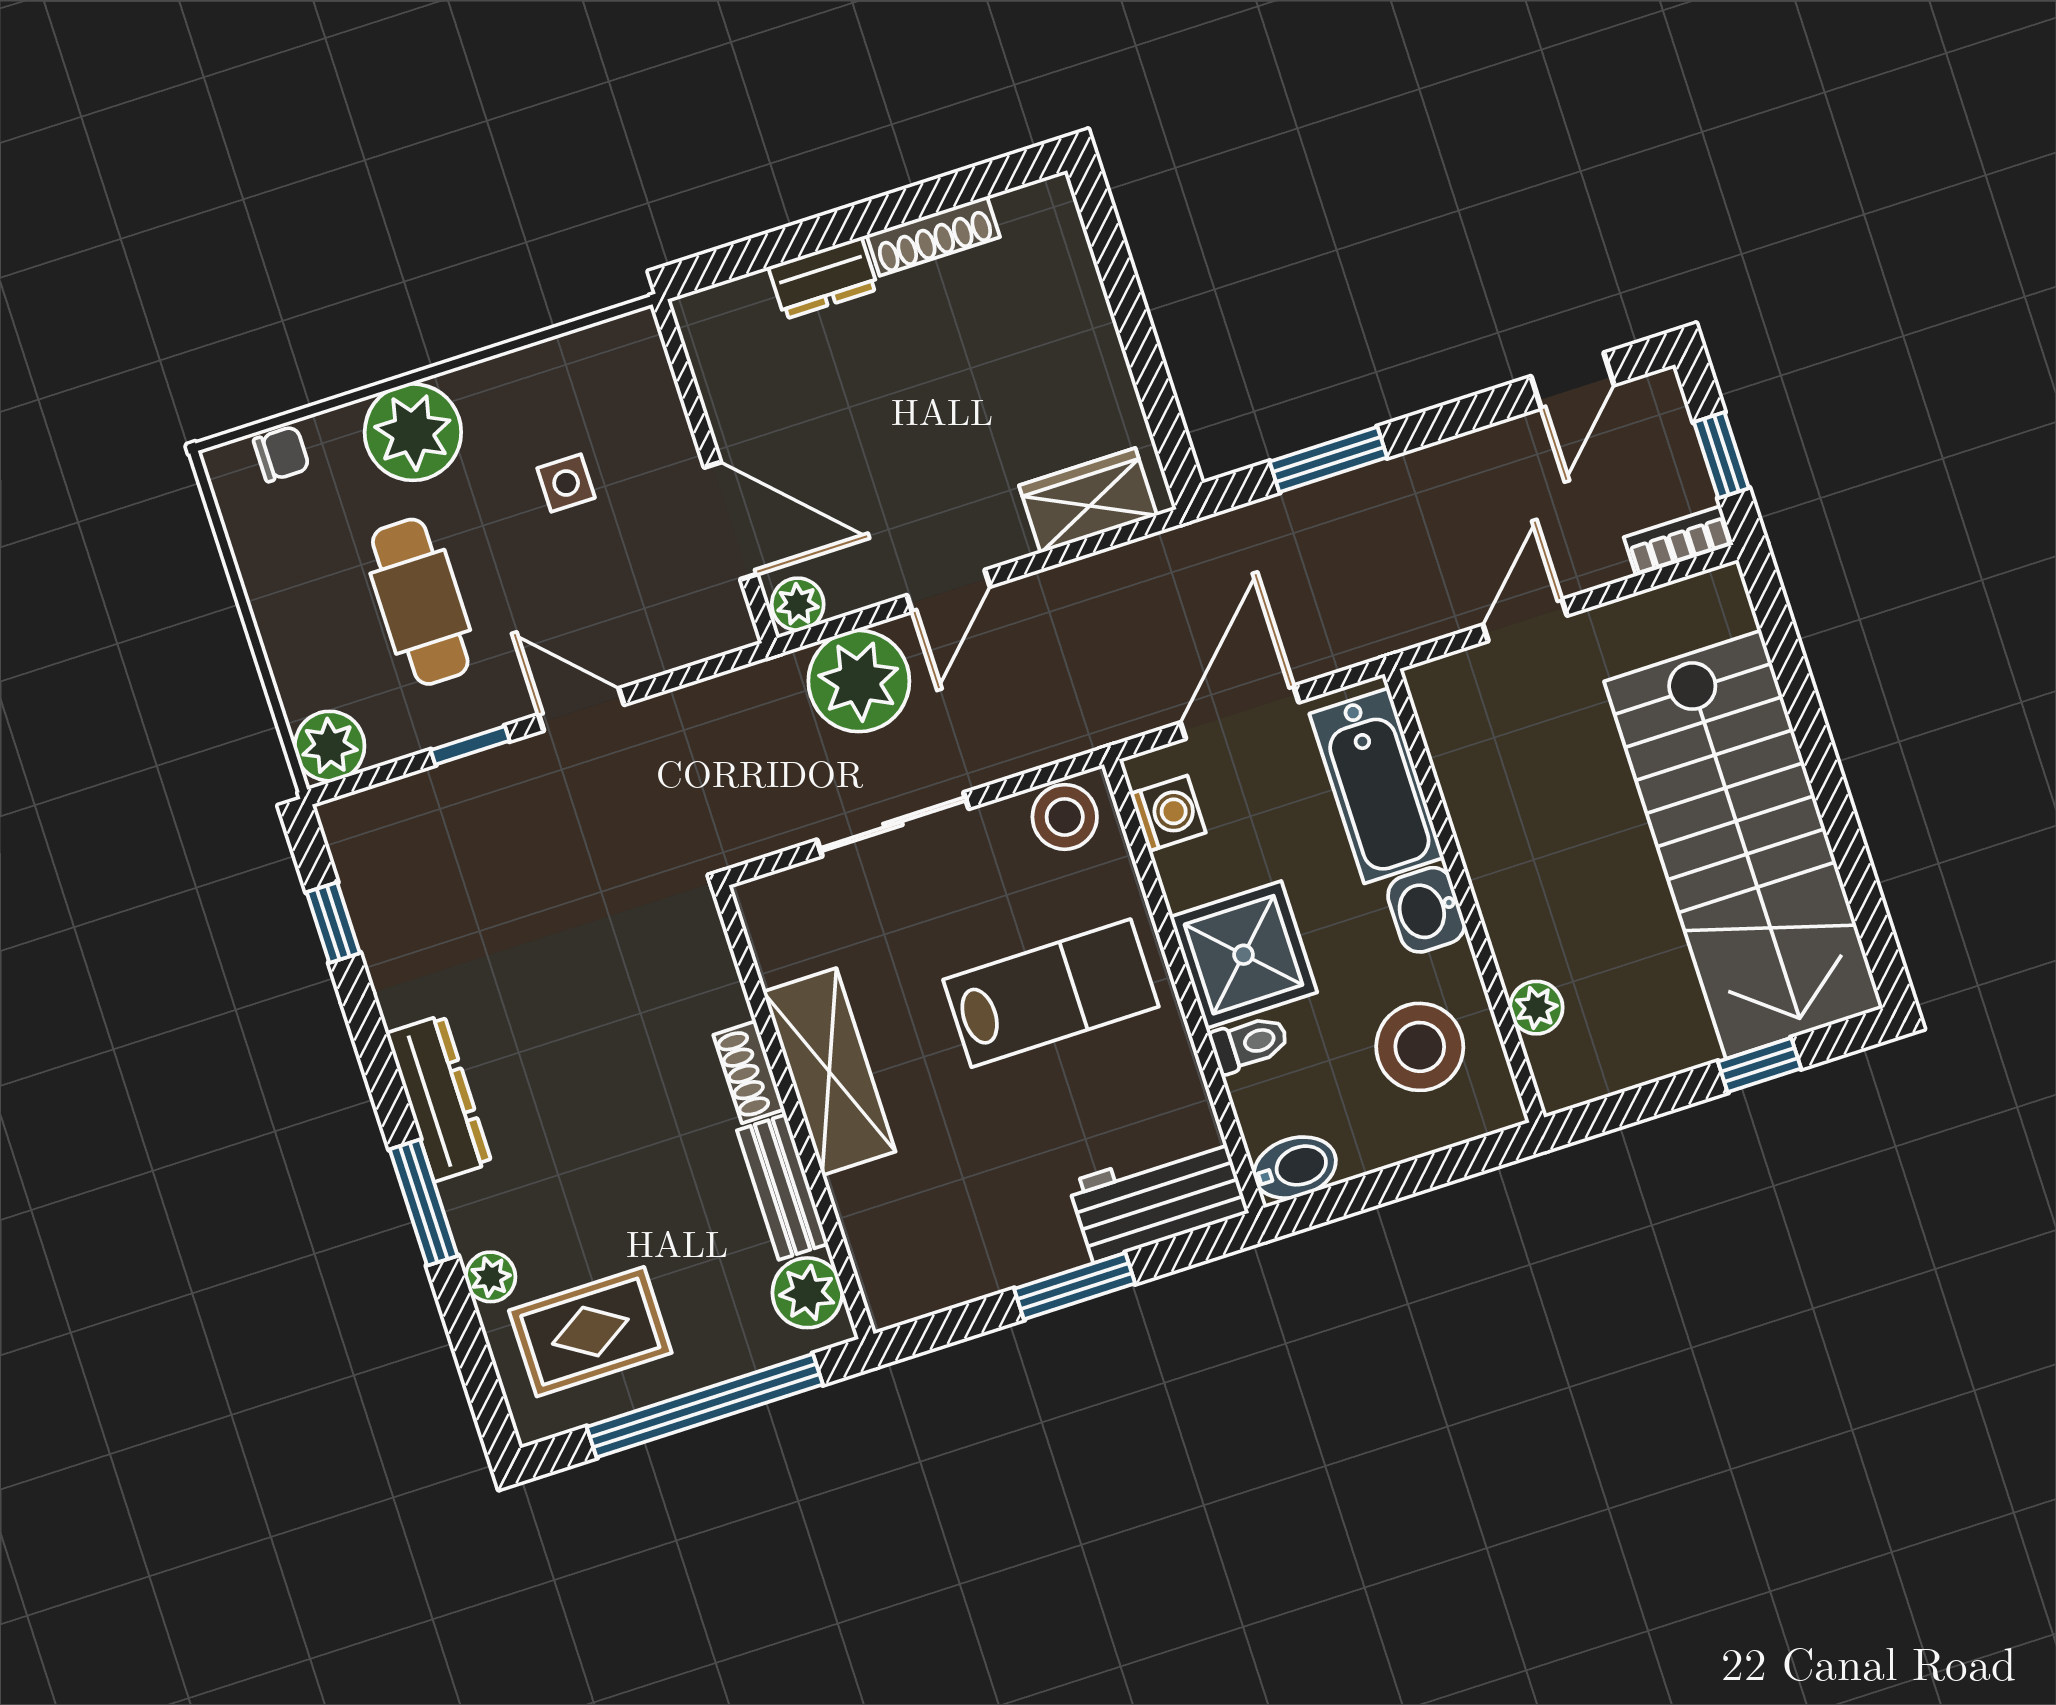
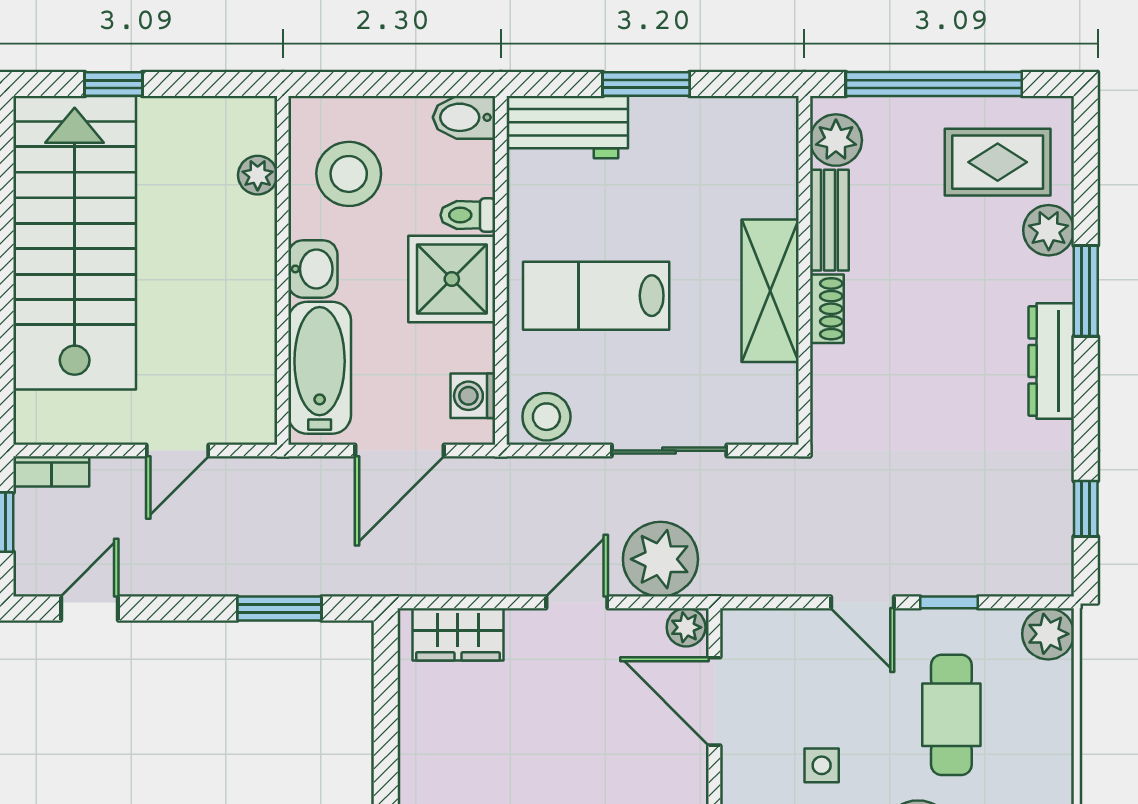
plant: (491, 1277) -> (1049, 230), width x1.38, depth x1.38

